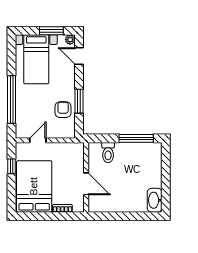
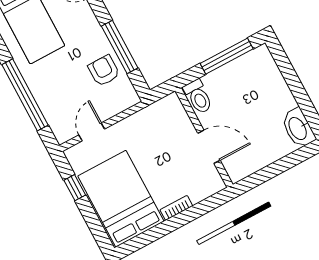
window: (79, 101) -> (120, 47), width x1.44
wall: (86, 177) -> (204, 138), moved
door: (86, 184) -> (209, 147), moved

